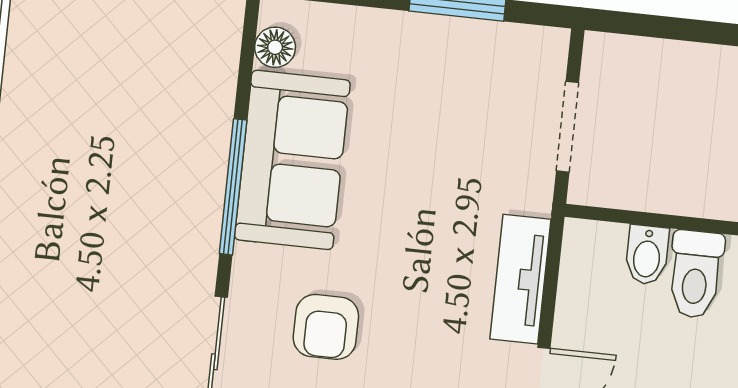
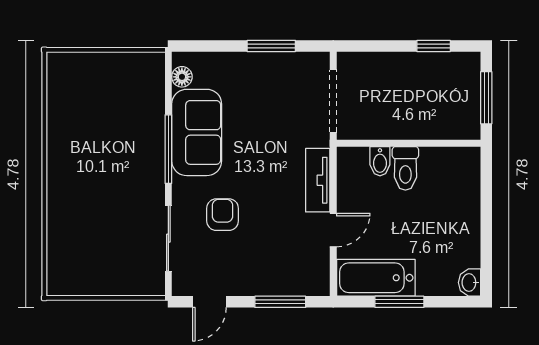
doorway: (567, 127) -> (333, 101), width x1.38
armchair: (326, 327) -> (223, 215), turned 180

